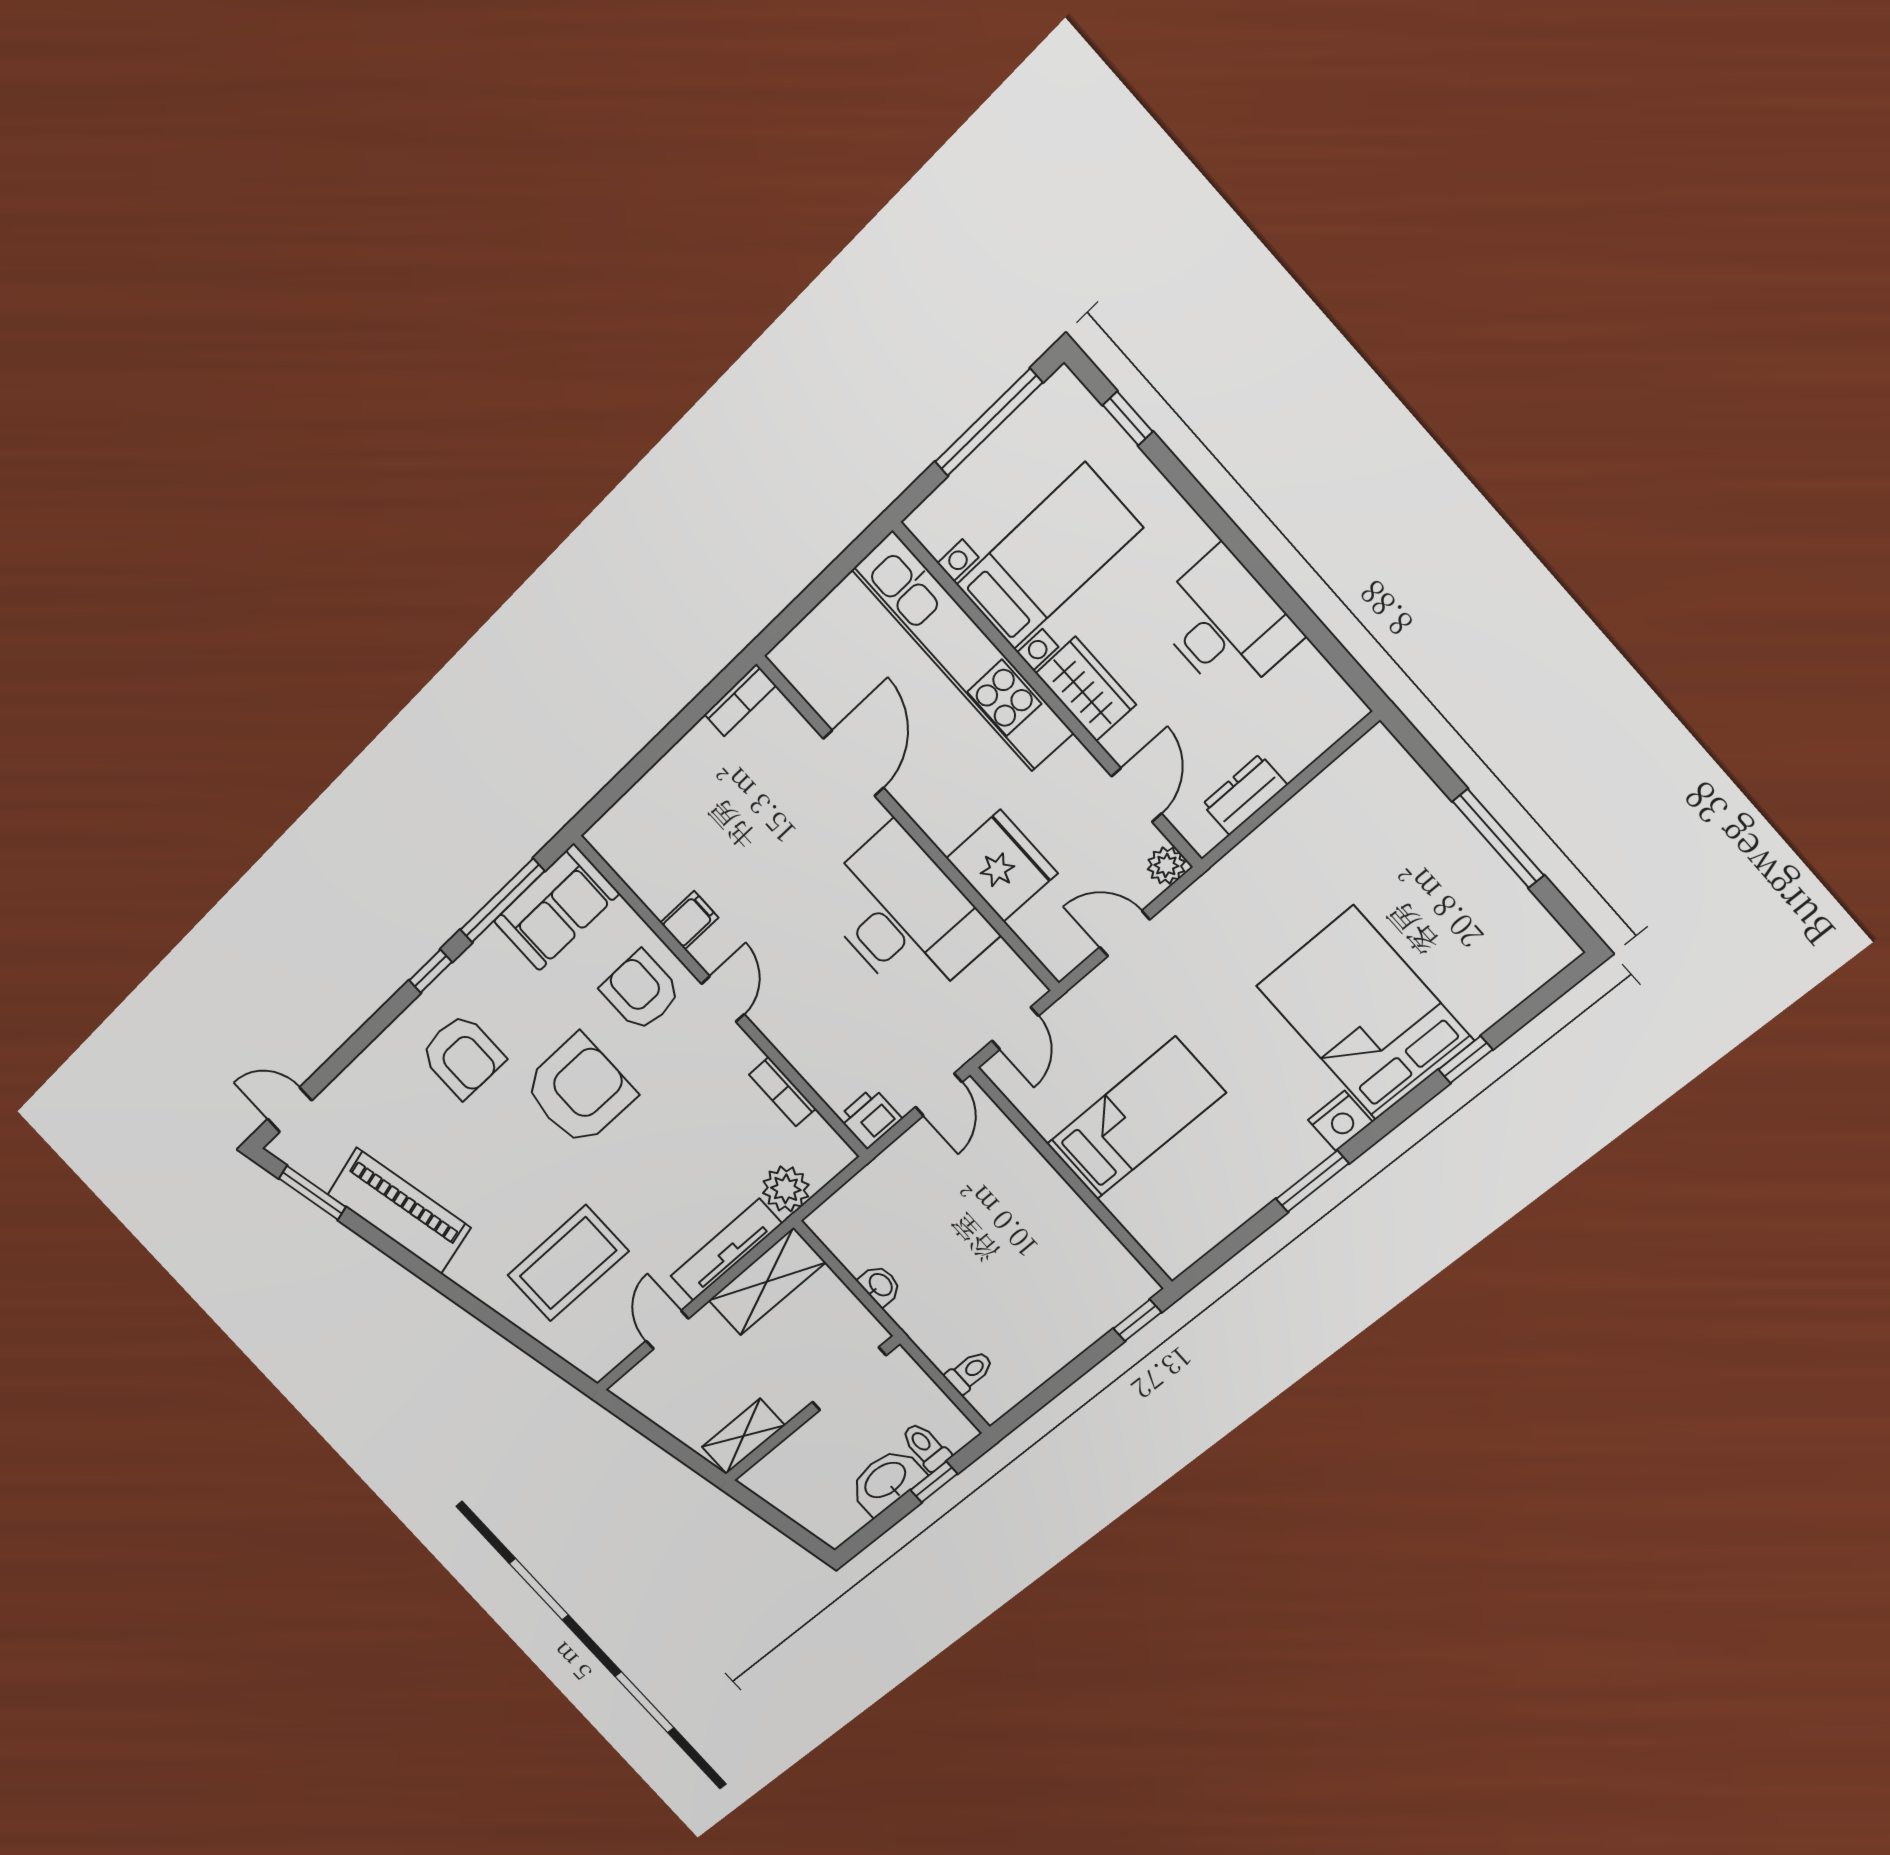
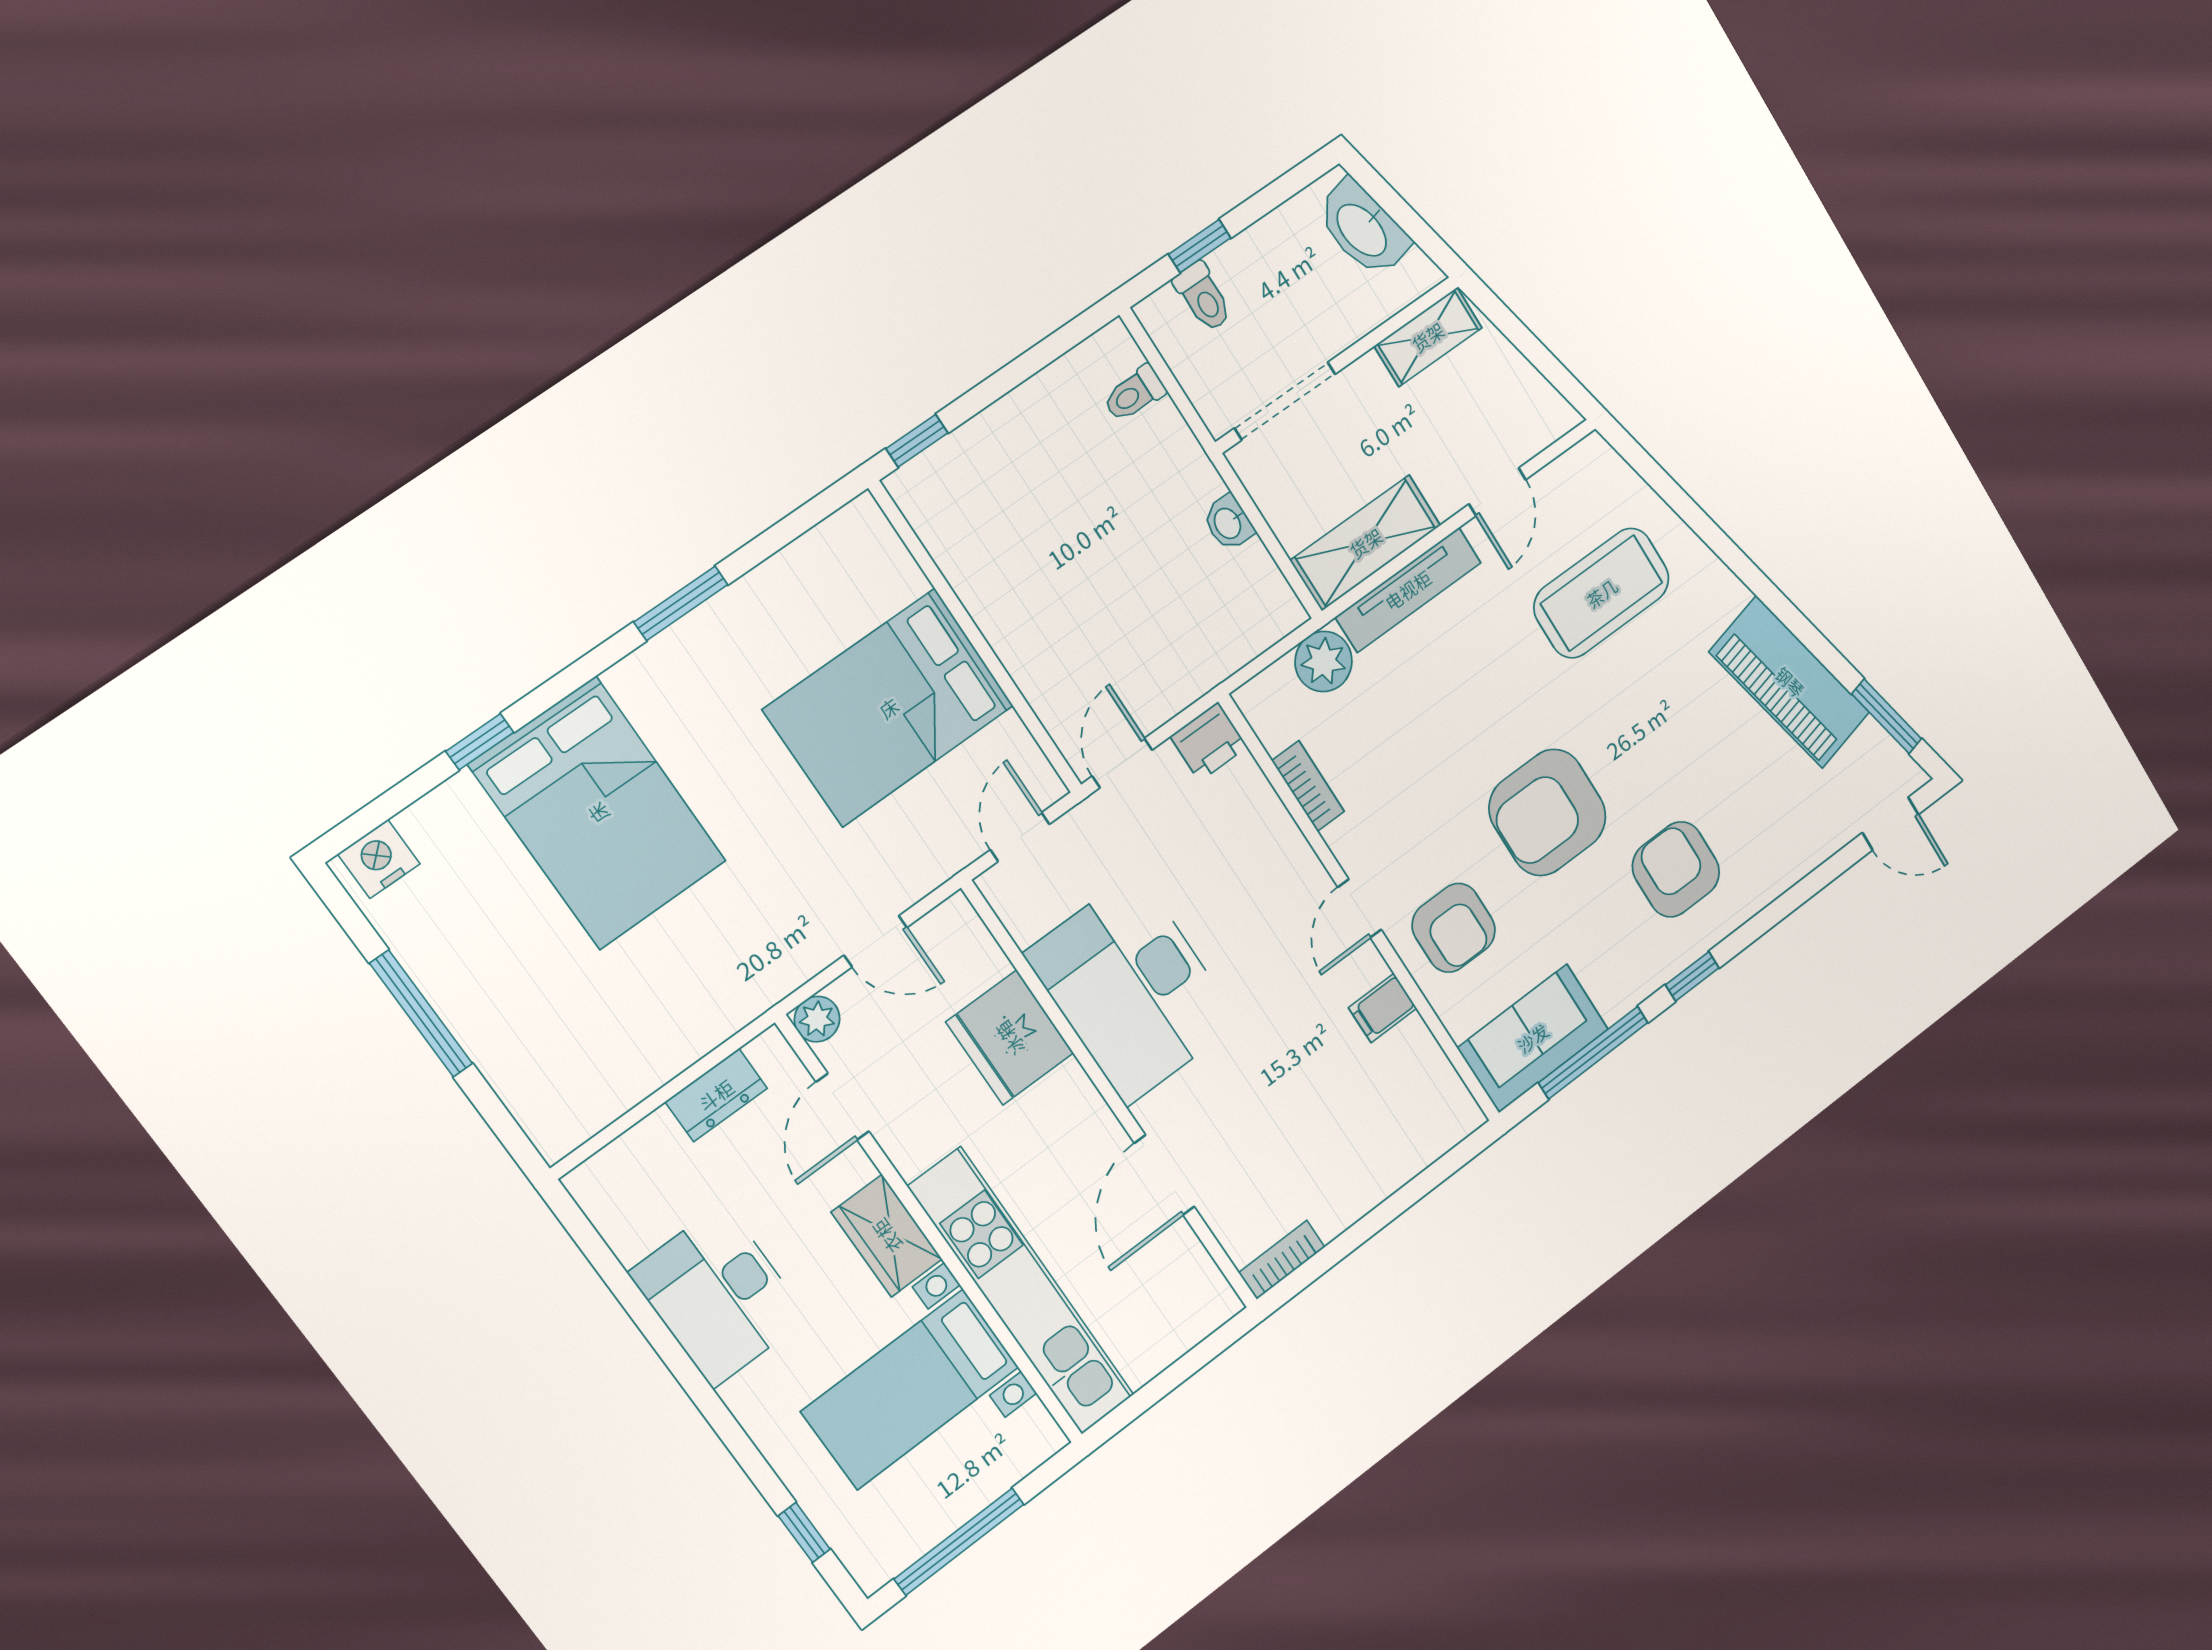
bed: (1136, 1119) -> (889, 708), width x1.50
nightstand: (1340, 1121) -> (379, 859), moved
washbasin: (886, 1481) -> (1363, 229), moved, turned 77

